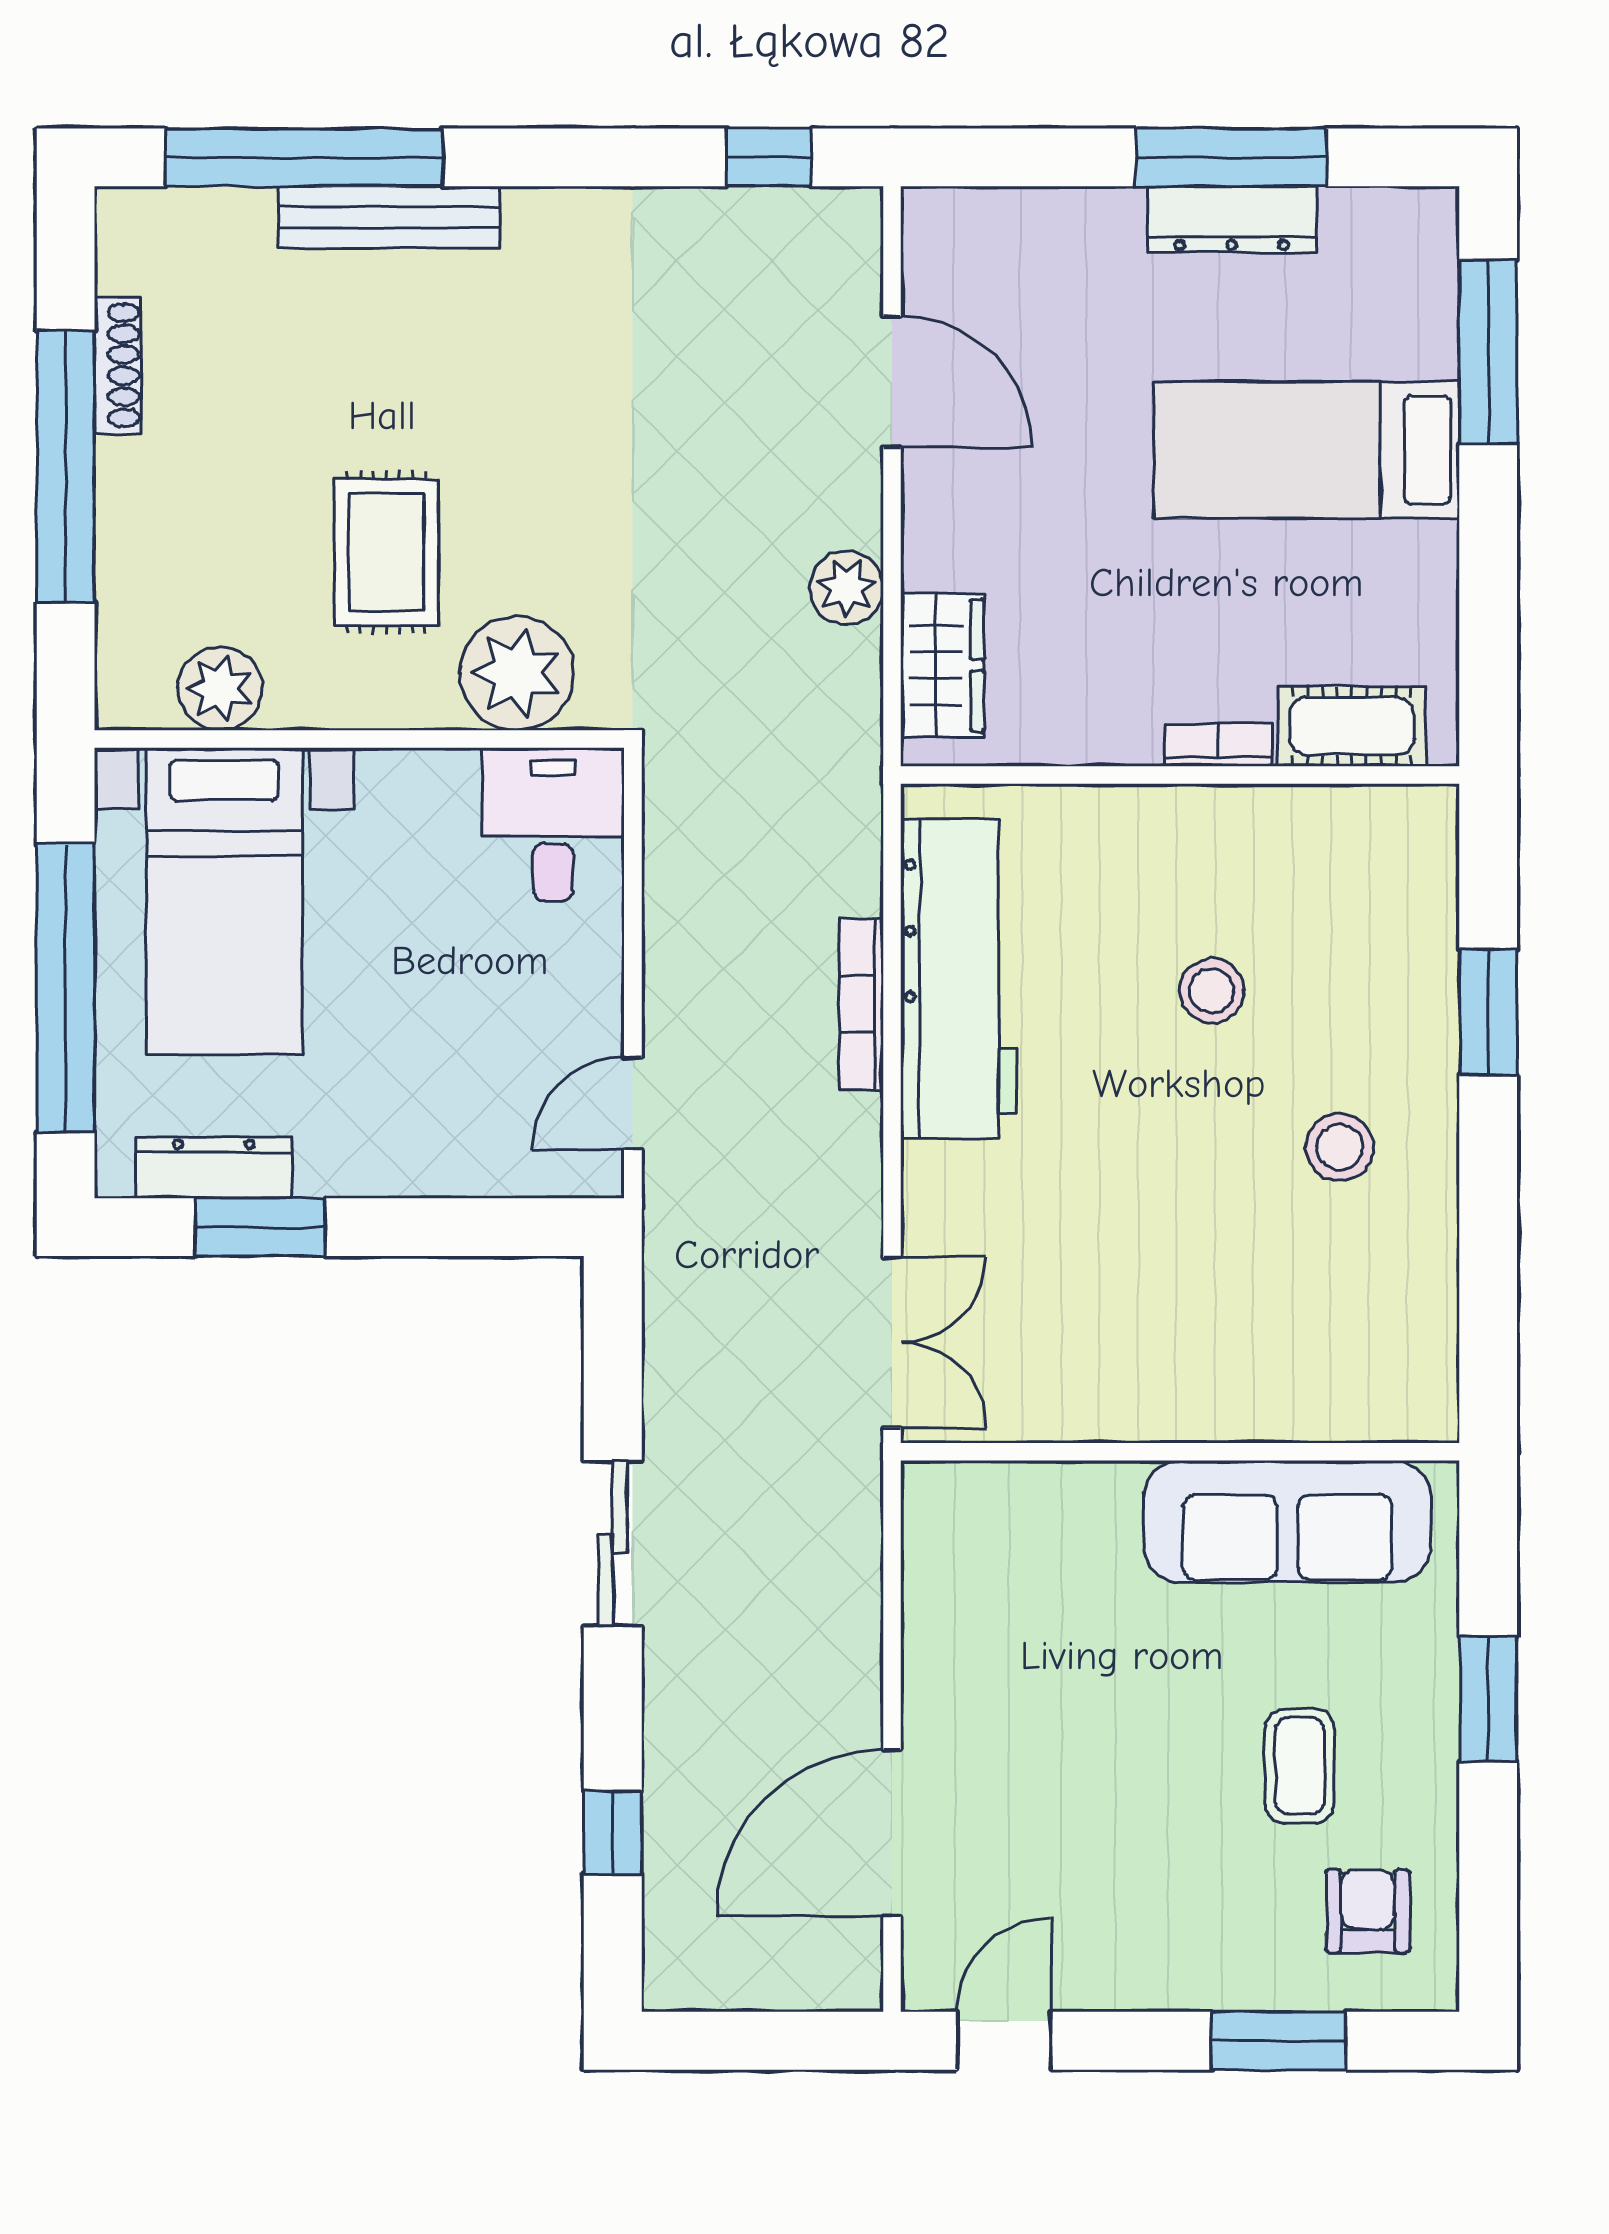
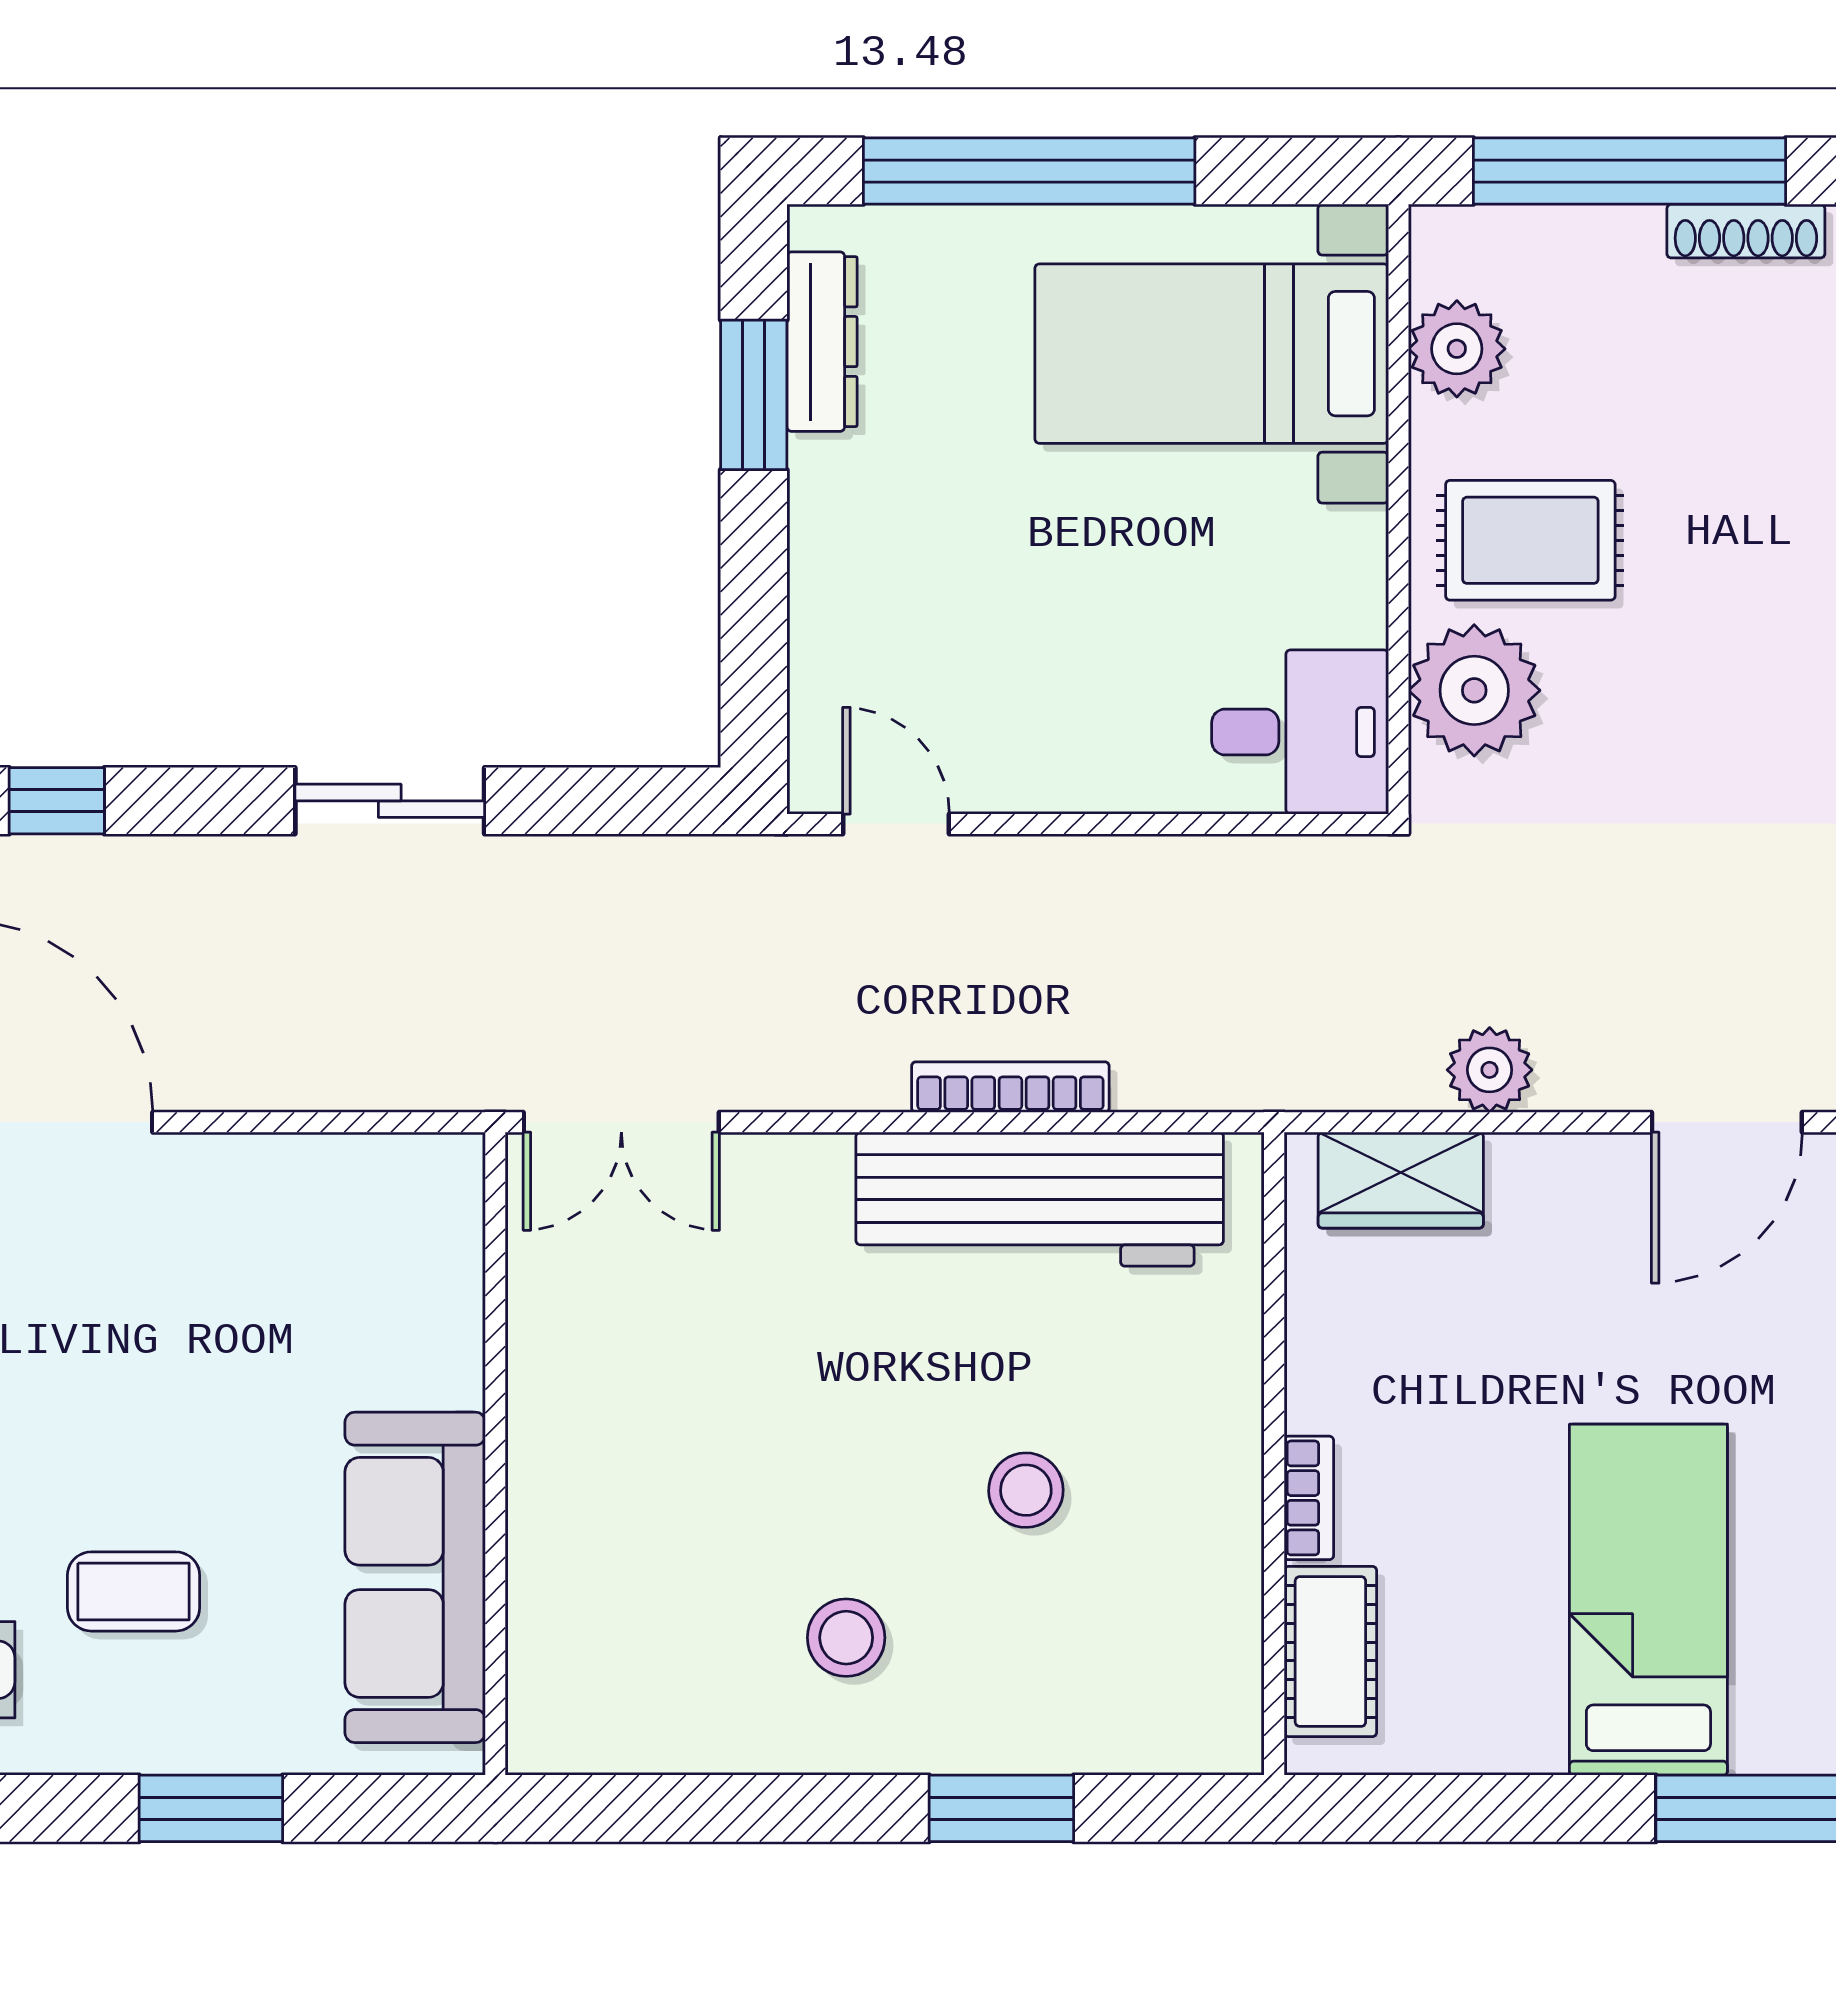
plant: (517, 673) -> (1474, 690), moved
plant: (220, 688) -> (1457, 349), moved
wall: (359, 739) -> (1398, 509), moved
desk: (553, 825) -> (1300, 732), moved
bed with nightstands: (224, 901) -> (1212, 354), moved

